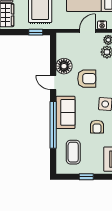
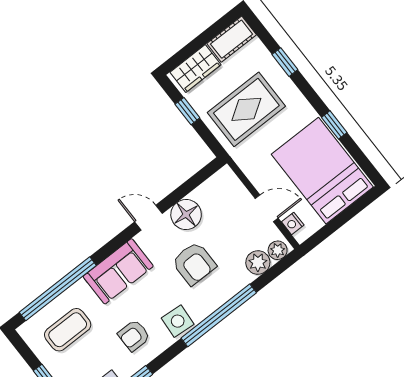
window: (36, 32) -> (187, 111), moved
door: (53, 83) -> (149, 218), hinge flipped
window: (53, 125) -> (58, 289), moved

